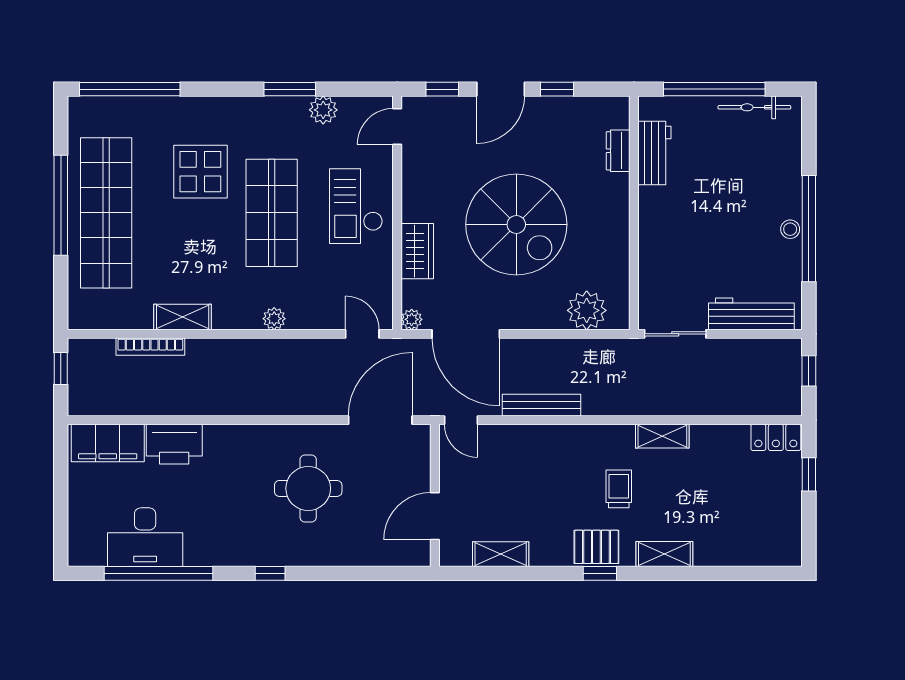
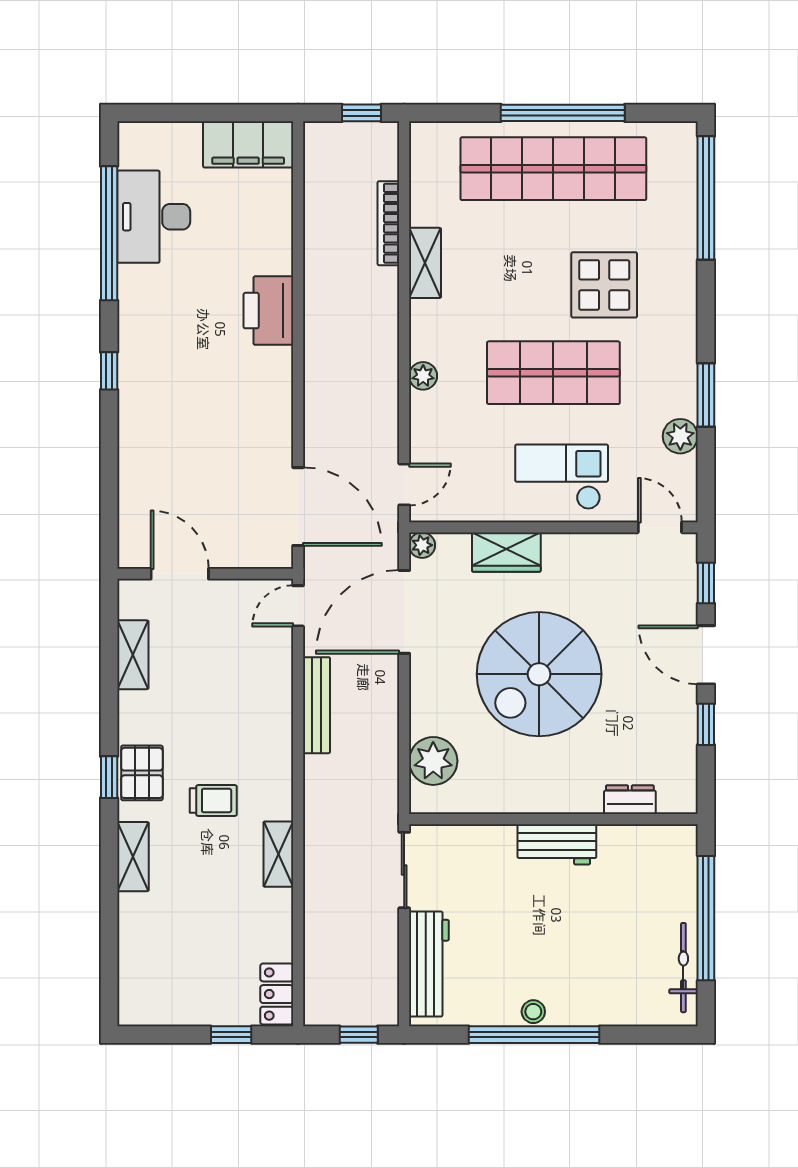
workbench: (654, 153) -> (557, 844), moved
filing cabinet: (108, 443) -> (248, 144), moved, turned -90
printer: (174, 444) -> (268, 311), moved
round table: (308, 488) -> (214, 418), removed

